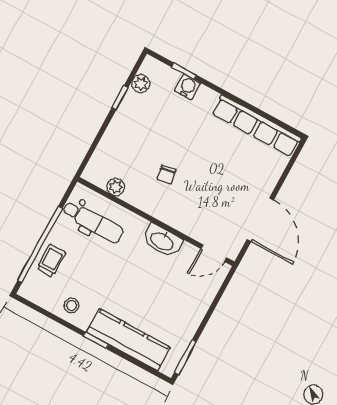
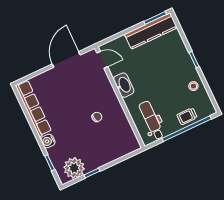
plant: (141, 84) -> (74, 168), width x1.88, depth x1.88
water cooler: (188, 87) -> (48, 141), moved
plant: (116, 187) -> (127, 130), removed
kitchen counter: (128, 340) -> (151, 31), moved, turned -90

